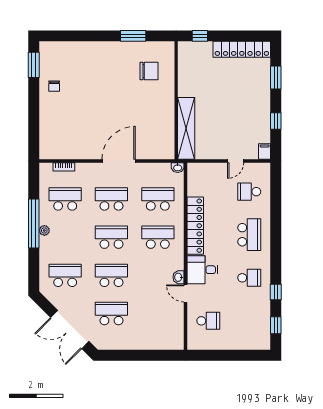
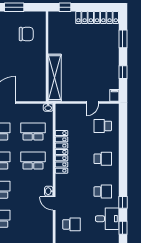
school desk: (249, 235) -> (103, 159), width x0.54
desk: (202, 270) -> (107, 219), moved, turned 180

